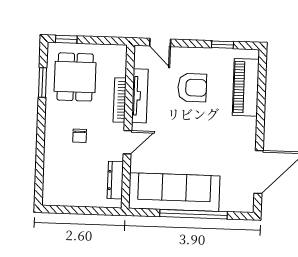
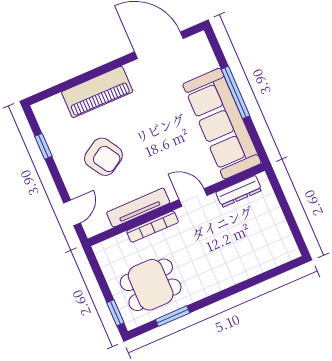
piano: (246, 87) -> (97, 92), moved
armchair: (192, 88) -> (103, 157), turned 148
chair: (80, 136) -> (210, 251), removed
window: (193, 214) -> (235, 92), width x0.68

